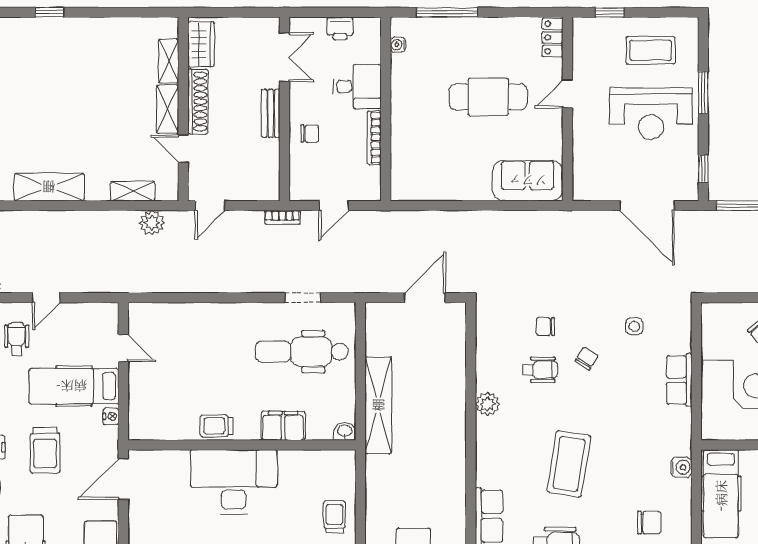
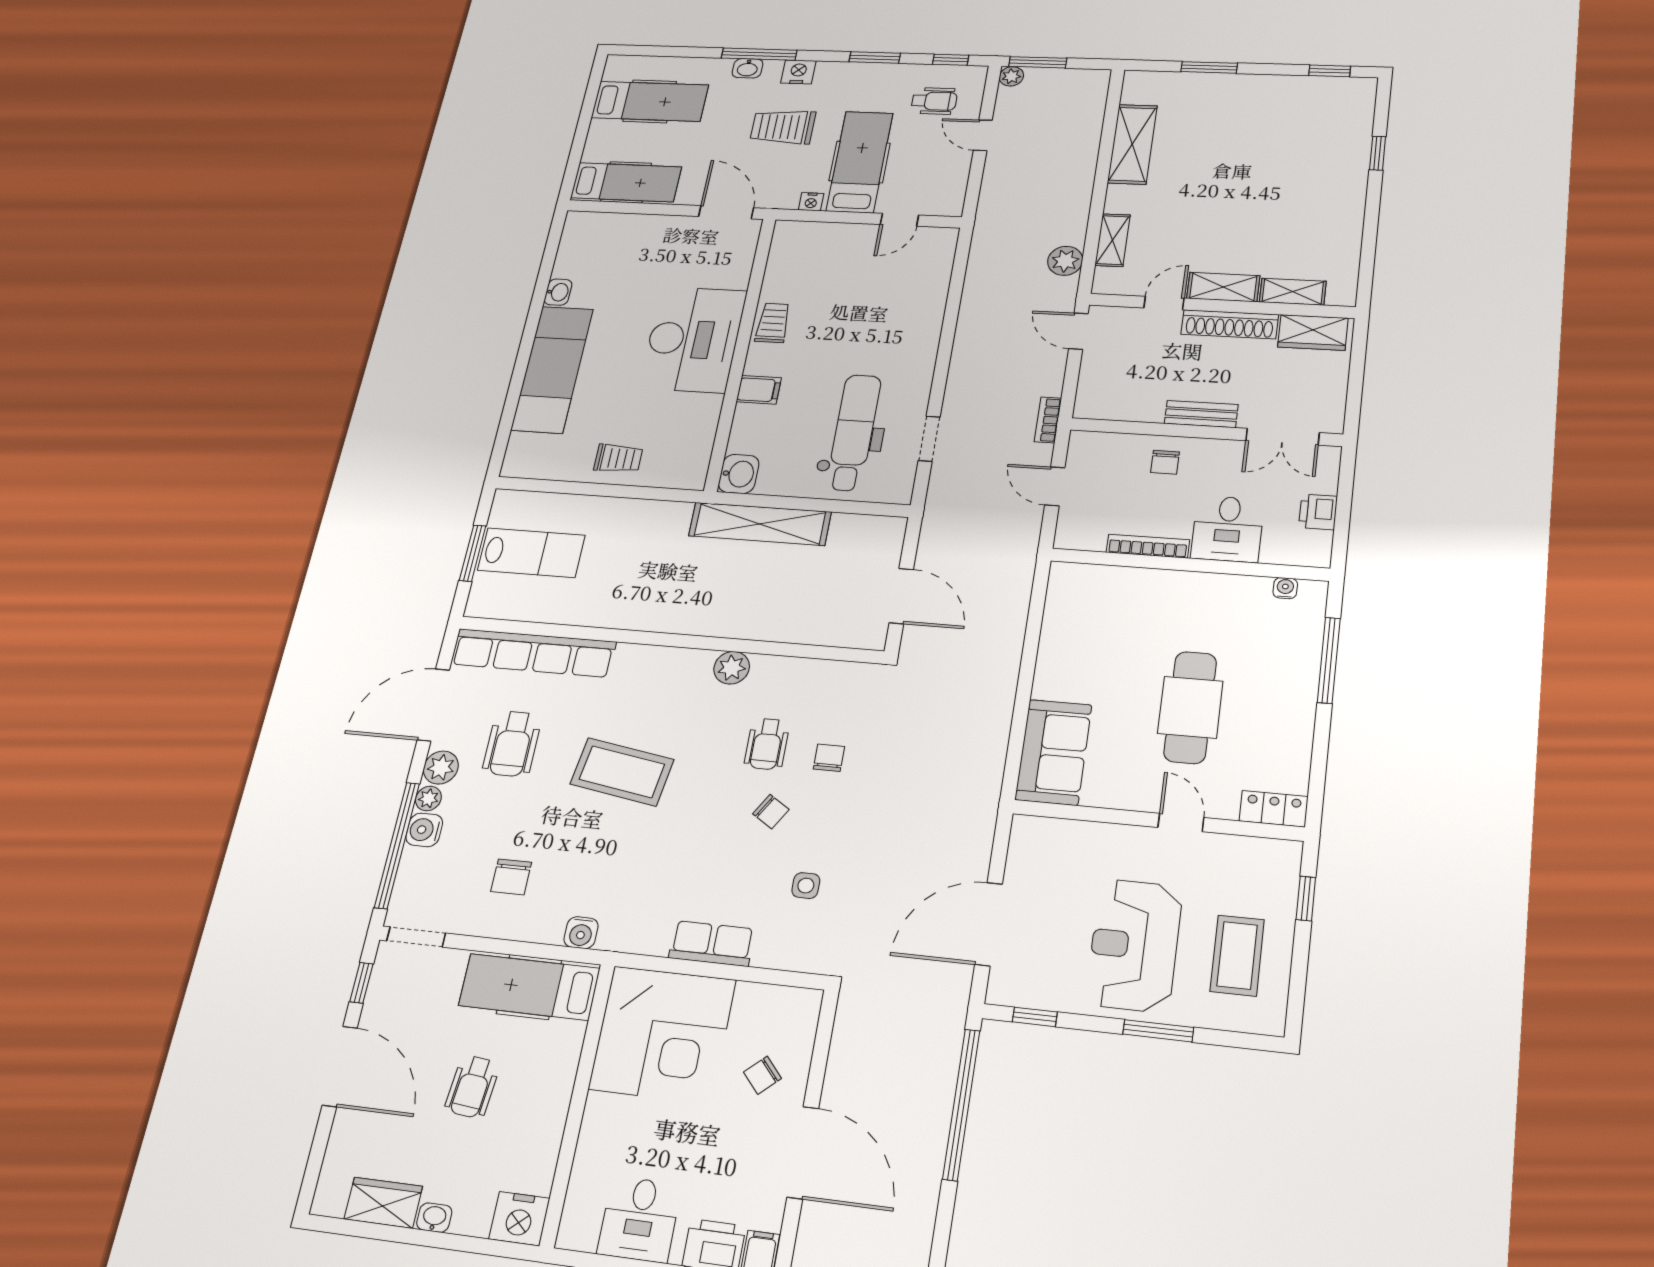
filing cabinet: (283, 426) -> (759, 390), width x0.50
washbasin: (345, 431) -> (739, 474), width x1.38, depth x1.45

